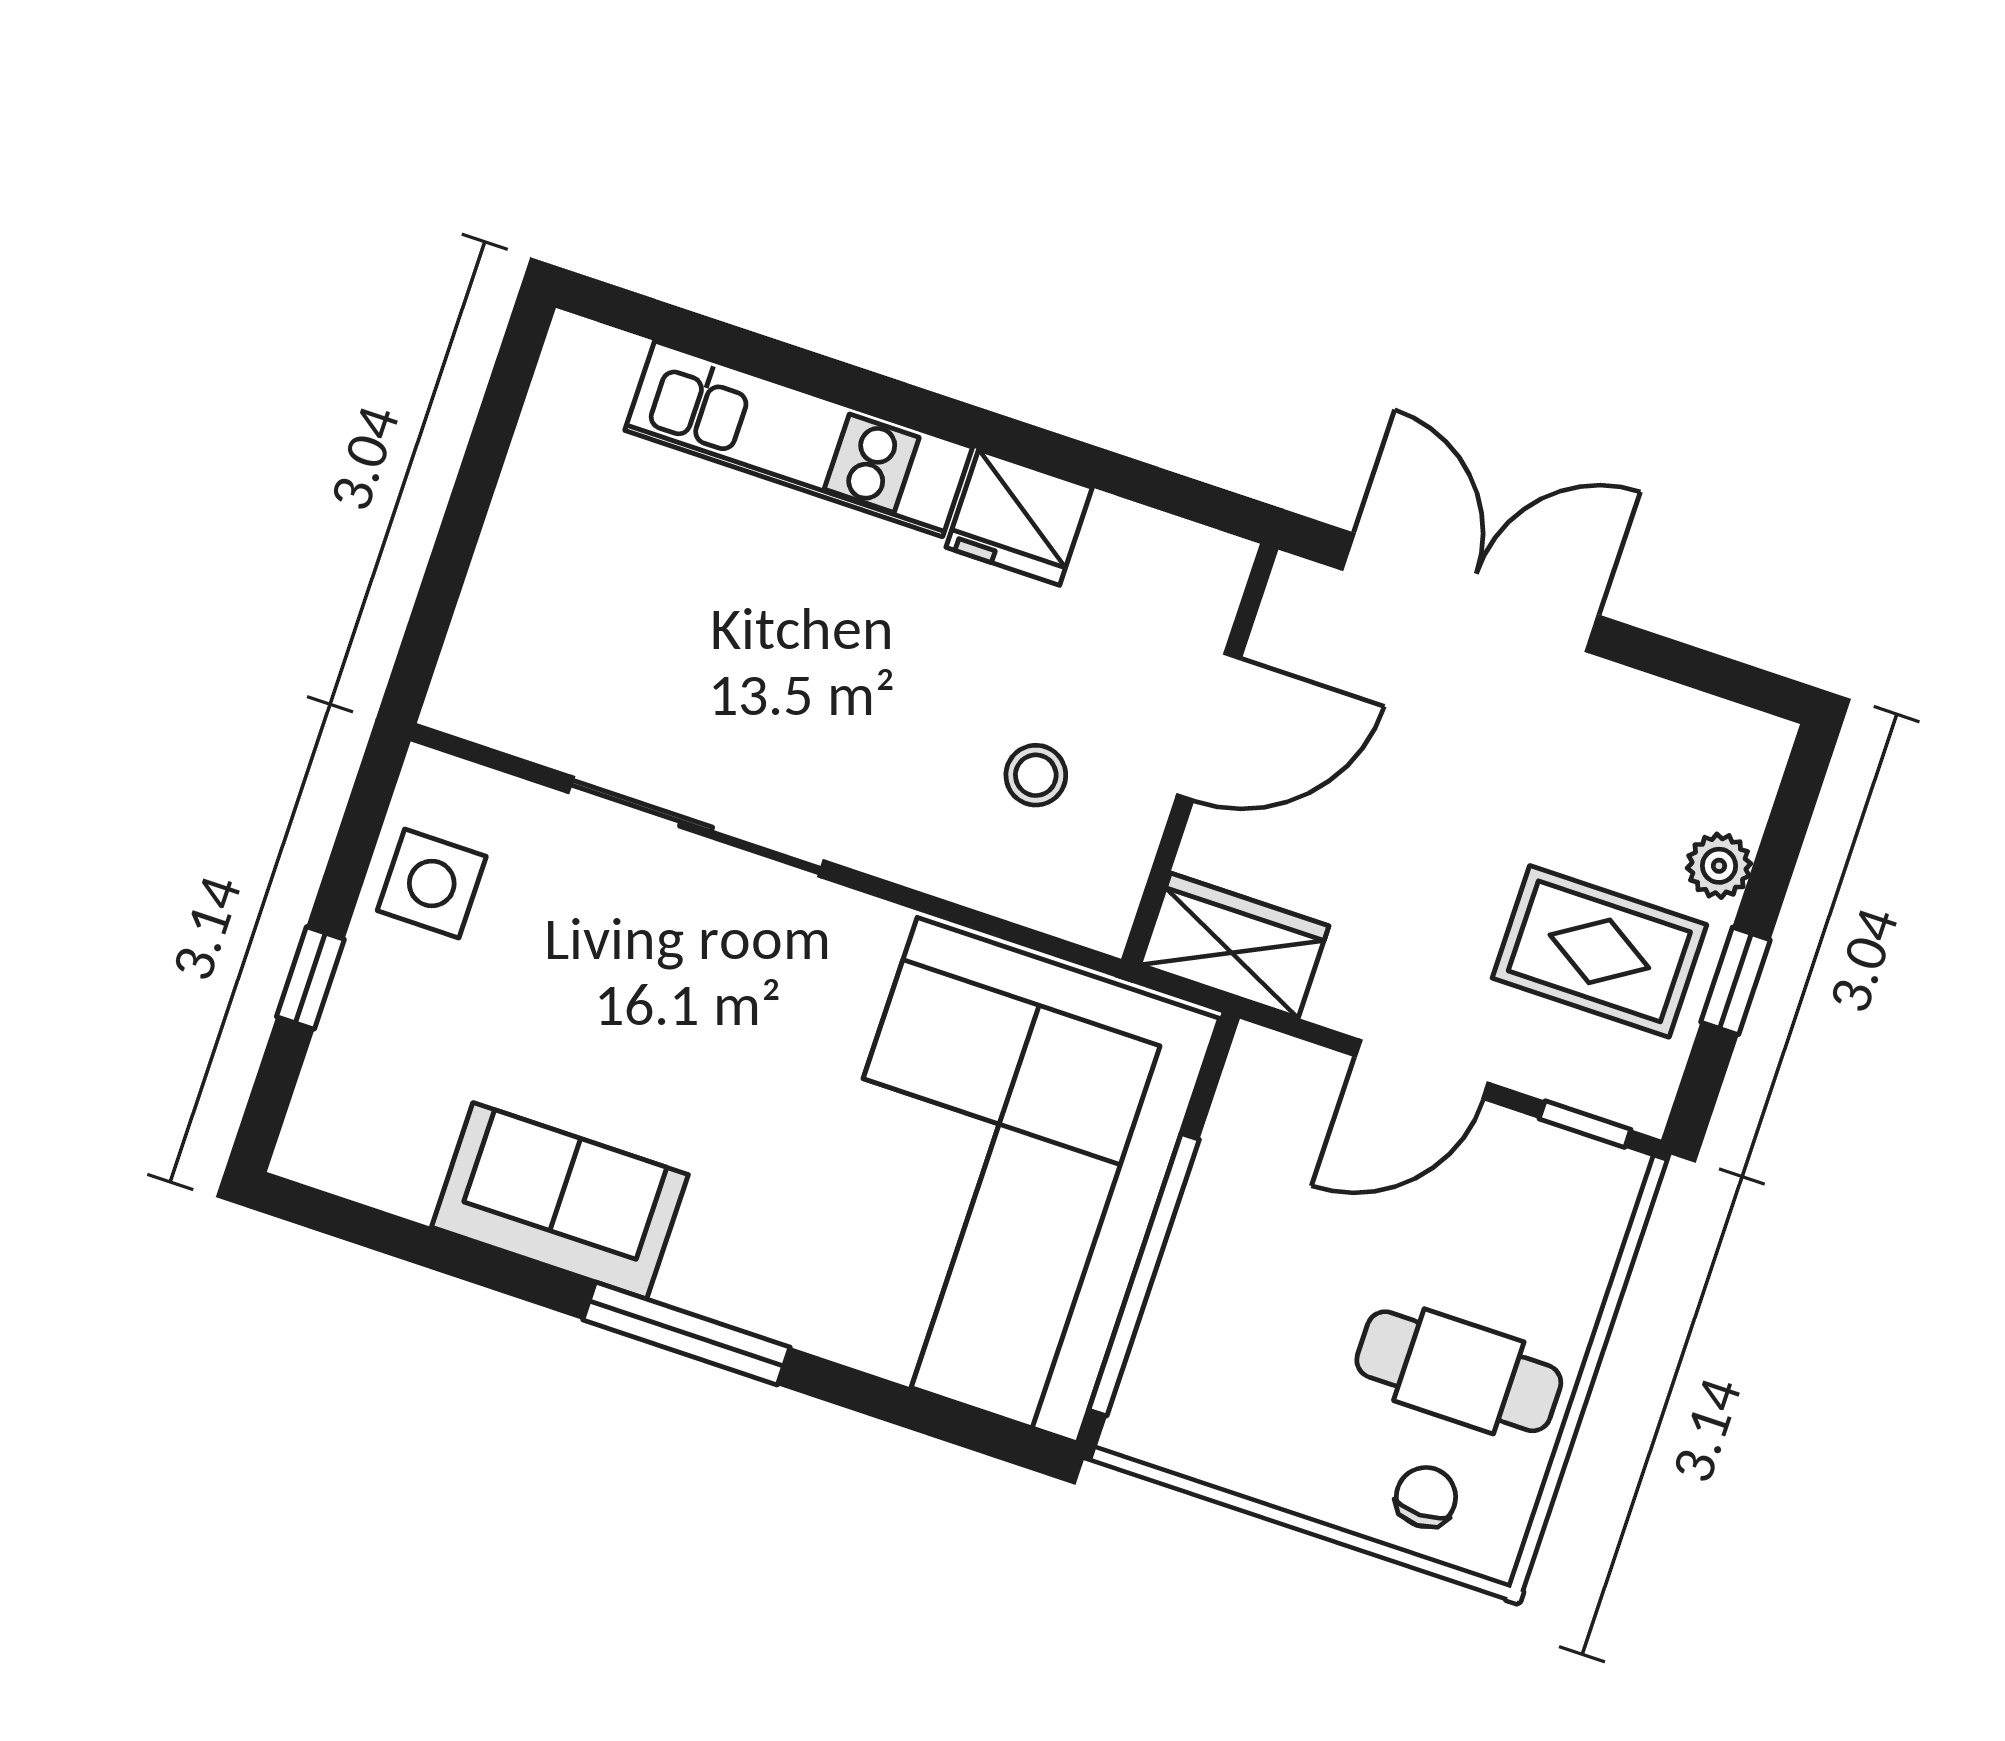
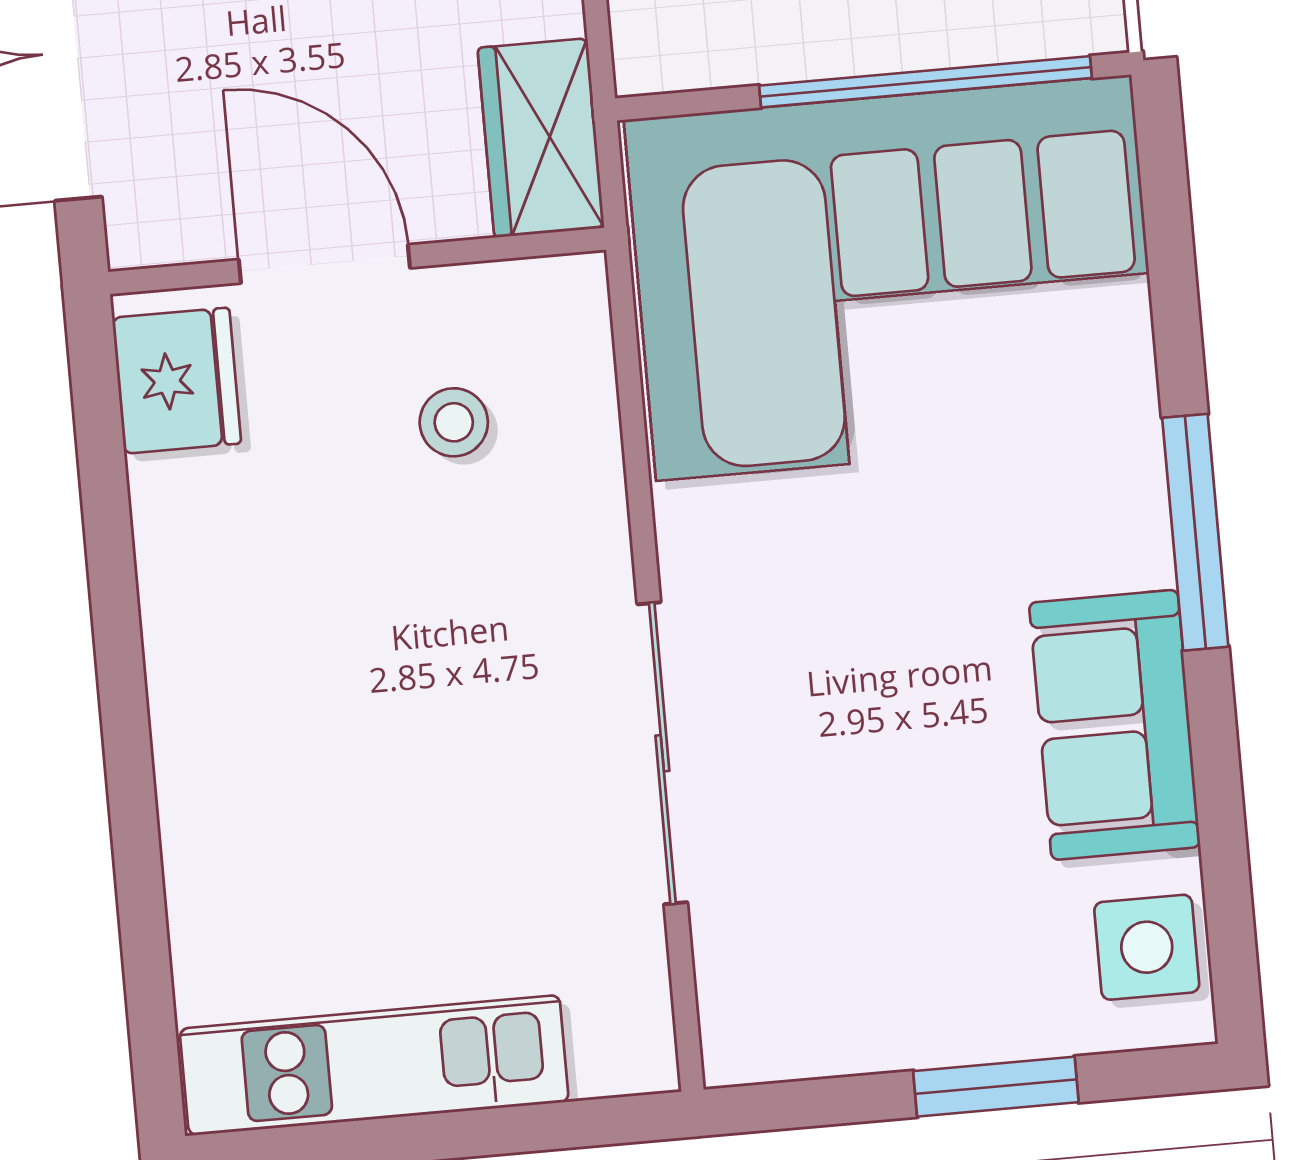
kitchen unit: (799, 439) -> (374, 1065), moved, turned -90
fridge: (1019, 517) -> (177, 381), moved
side table: (432, 883) -> (1147, 947), moved
window: (310, 978) -> (996, 1087), width x1.50

